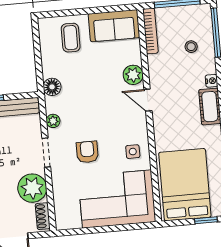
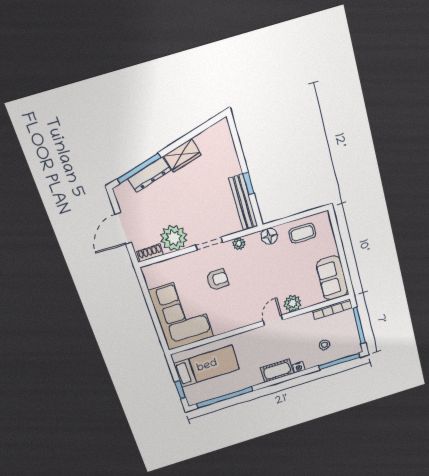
coffee table: (71, 38) -> (302, 233), moved
side table: (133, 152) -> (226, 318), removed
bed: (185, 185) -> (207, 366), width x0.67

